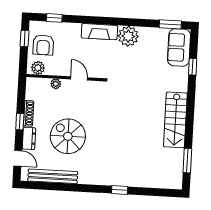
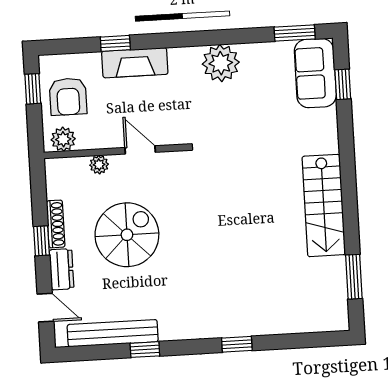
window: (54, 18) -> (115, 43), moved
fireplace: (99, 32) -> (135, 63), moved
window: (193, 67) -> (343, 84), moved
spiral stairs: (68, 136) -> (127, 235), moved, turned 90
window: (69, 187) -> (145, 350), added

